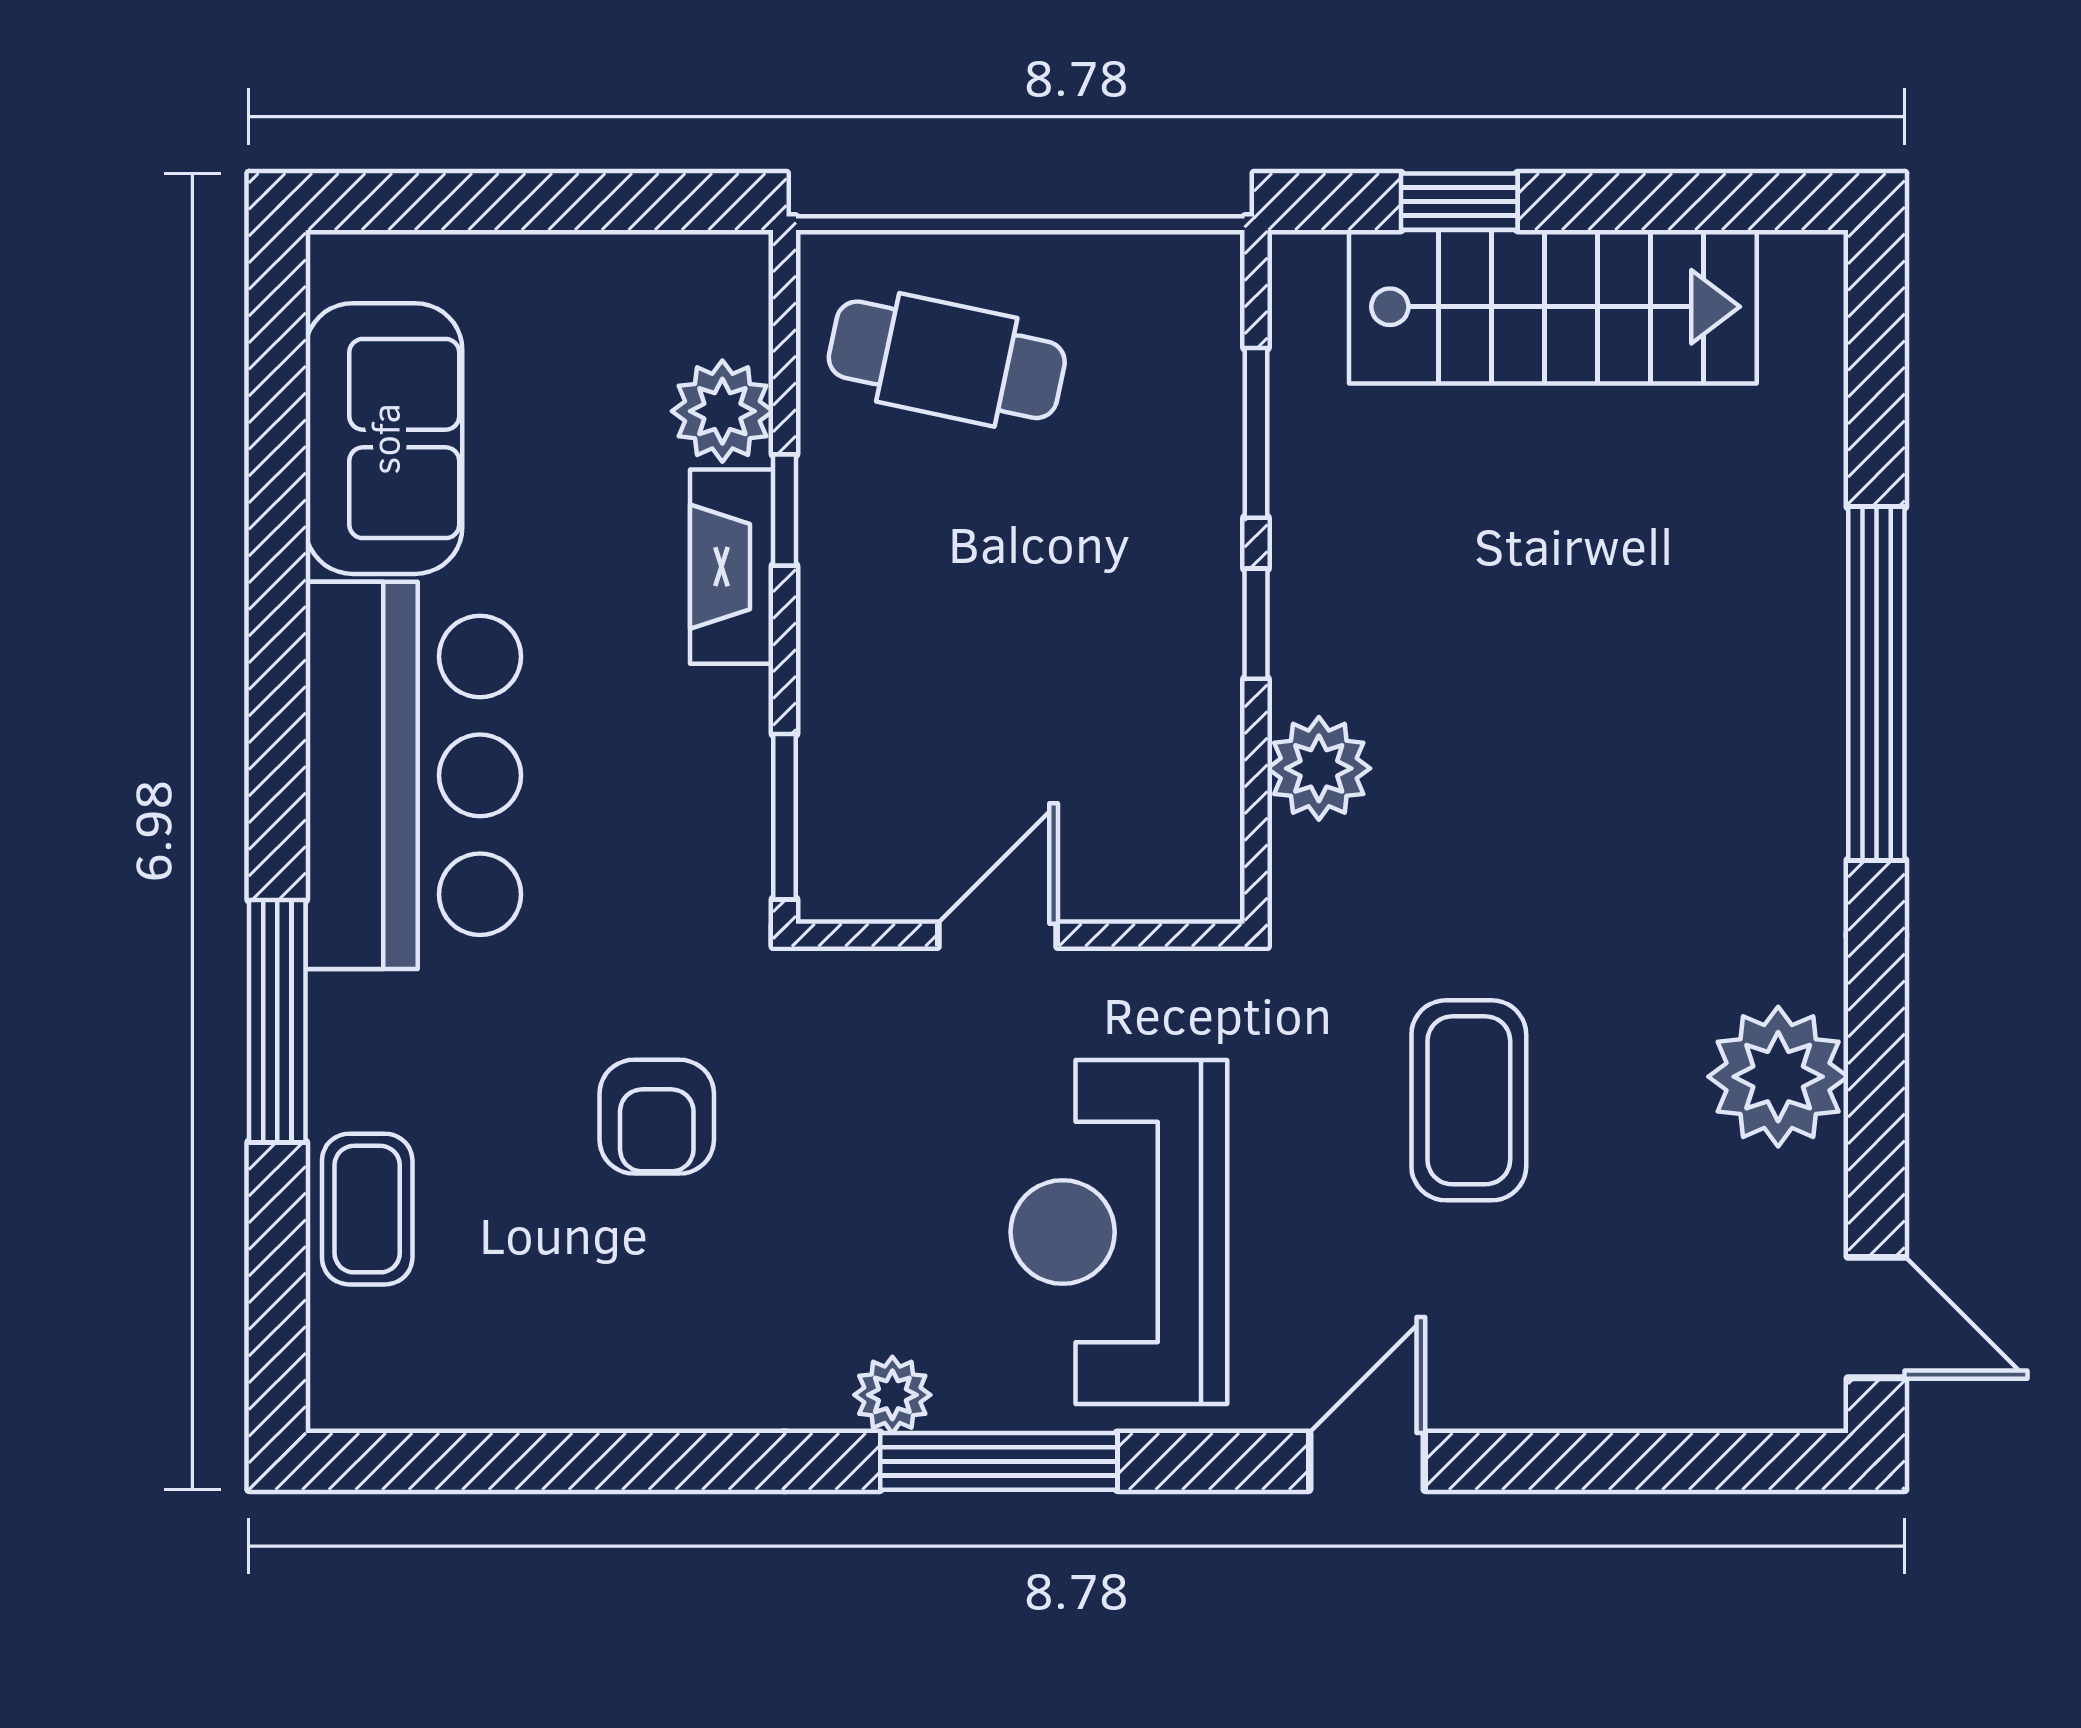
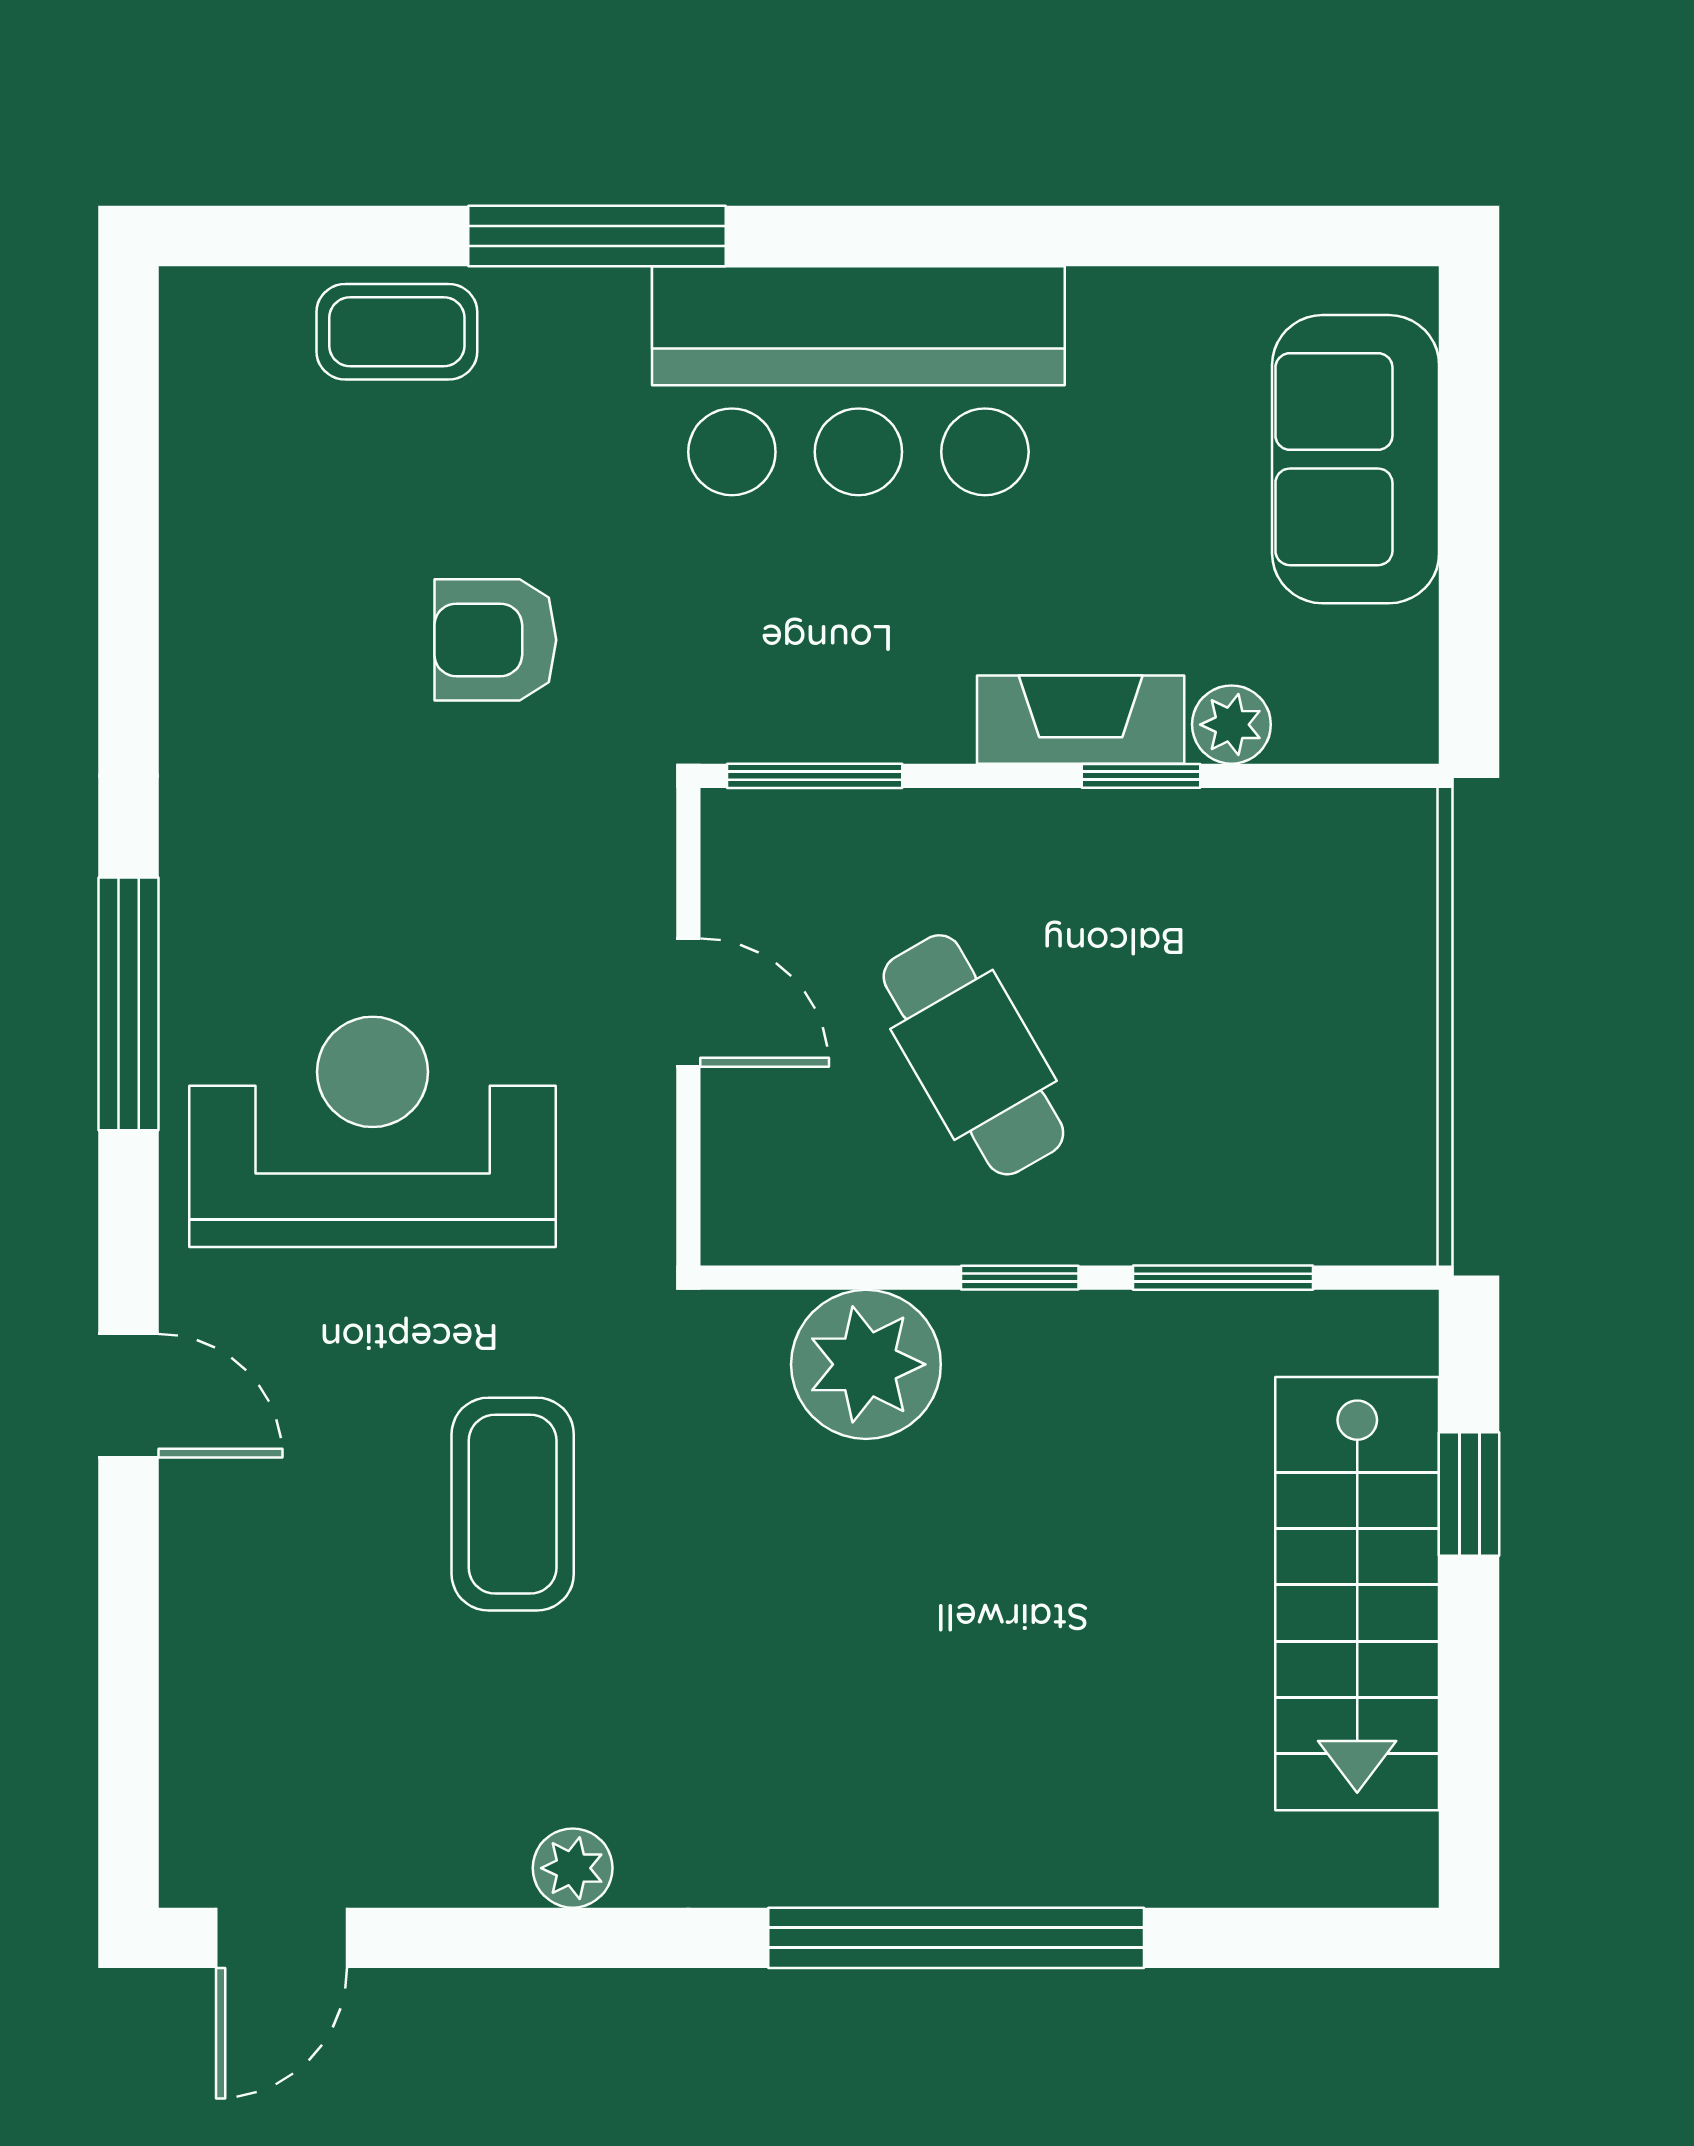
cafe table: (947, 360) -> (973, 1055), moved, turned -42
plant: (722, 411) -> (1231, 725), width x0.73, depth x0.73
sofa: (384, 439) -> (1356, 459), moved, turned 90
plant: (1319, 768) -> (866, 1364), width x1.36, depth x1.36
plant: (1778, 1077) -> (573, 1868), width x0.53, depth x0.53
coffee table: (1469, 1100) -> (513, 1504), turned 90
plant: (892, 1395) -> (199, 891), removed

